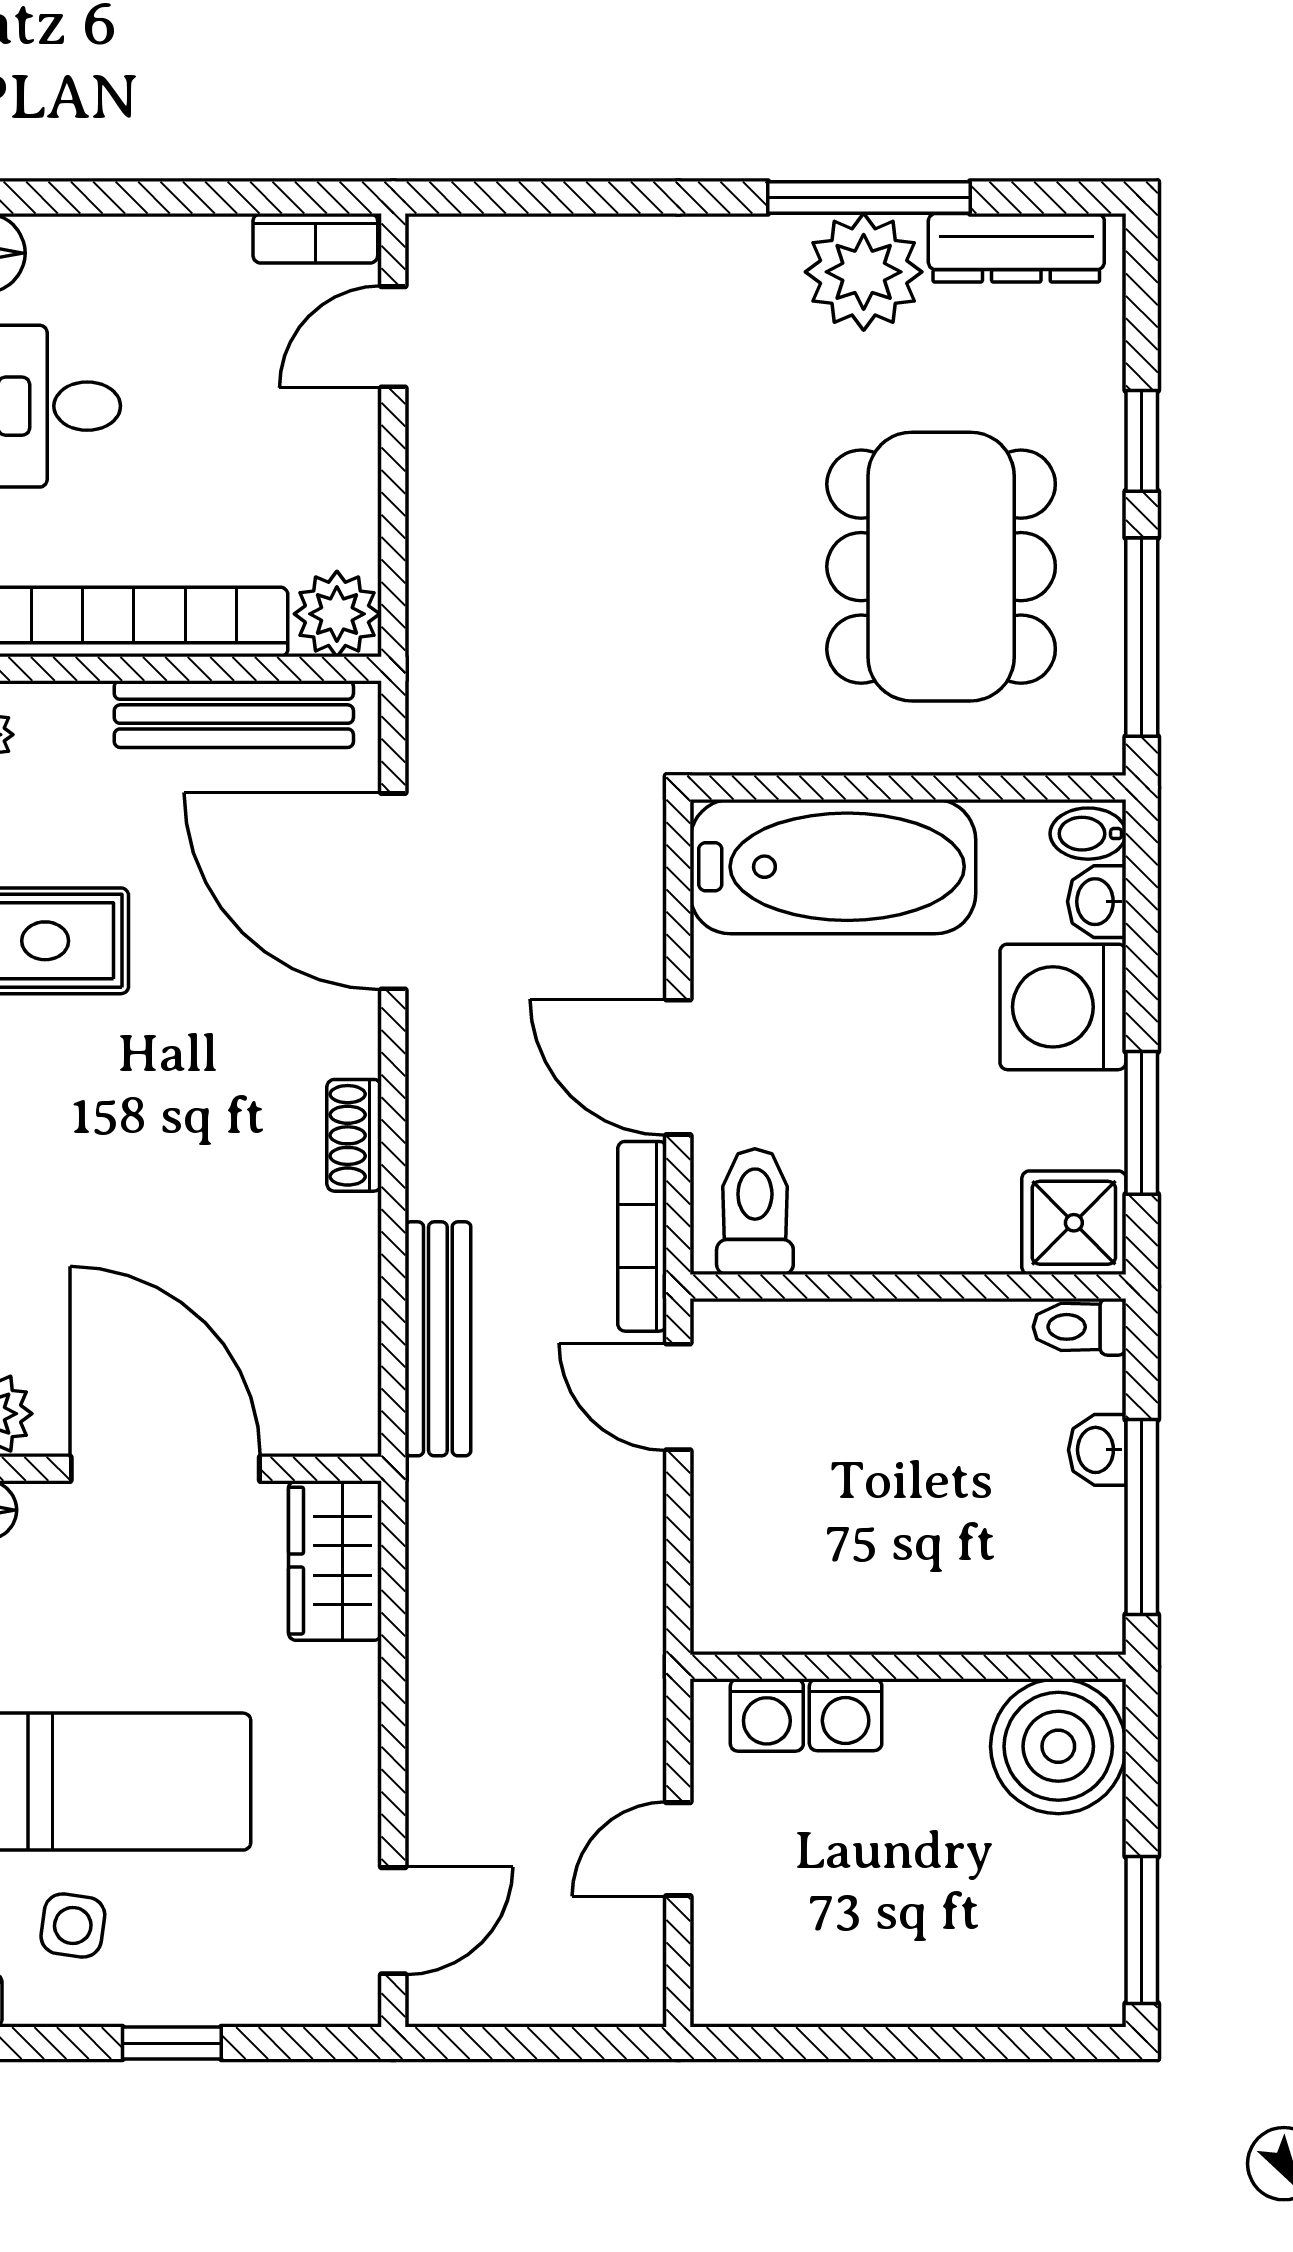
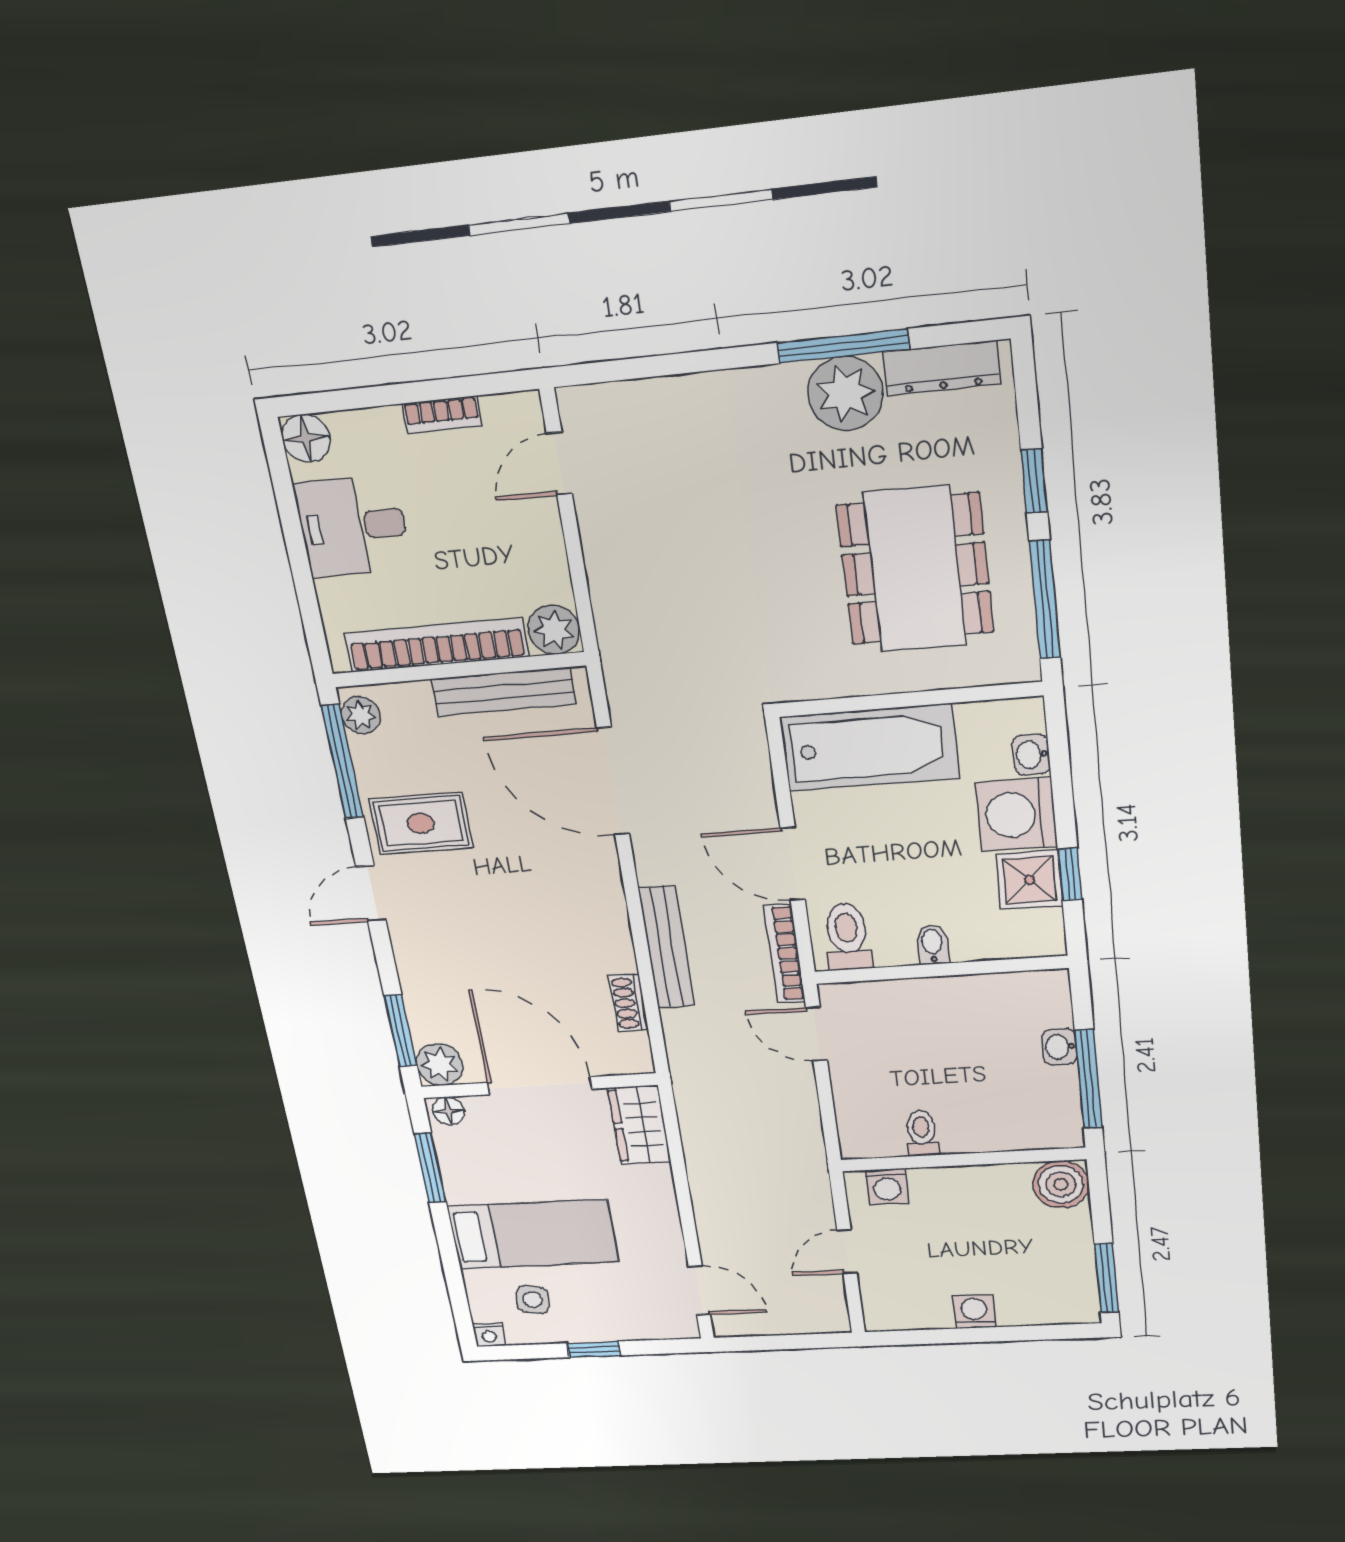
bookcase: (315, 238) -> (442, 415), moved
bidet: (1088, 834) -> (932, 944), moved, turned 90
window: (1142, 1123) -> (1070, 874), width x0.67
shoe rack: (354, 1135) -> (629, 1003), moved
shower: (1074, 1223) -> (1030, 880), moved
toilet: (1080, 1327) -> (922, 1133), moved, turned 90
bench: (438, 1339) -> (667, 947), moved
washing machine: (846, 1715) -> (974, 1312), moved, turned 180
boiler: (1058, 1746) -> (1061, 1184), width x0.73, depth x0.73
door: (393, 1921) -> (699, 1291), hinge flipped

